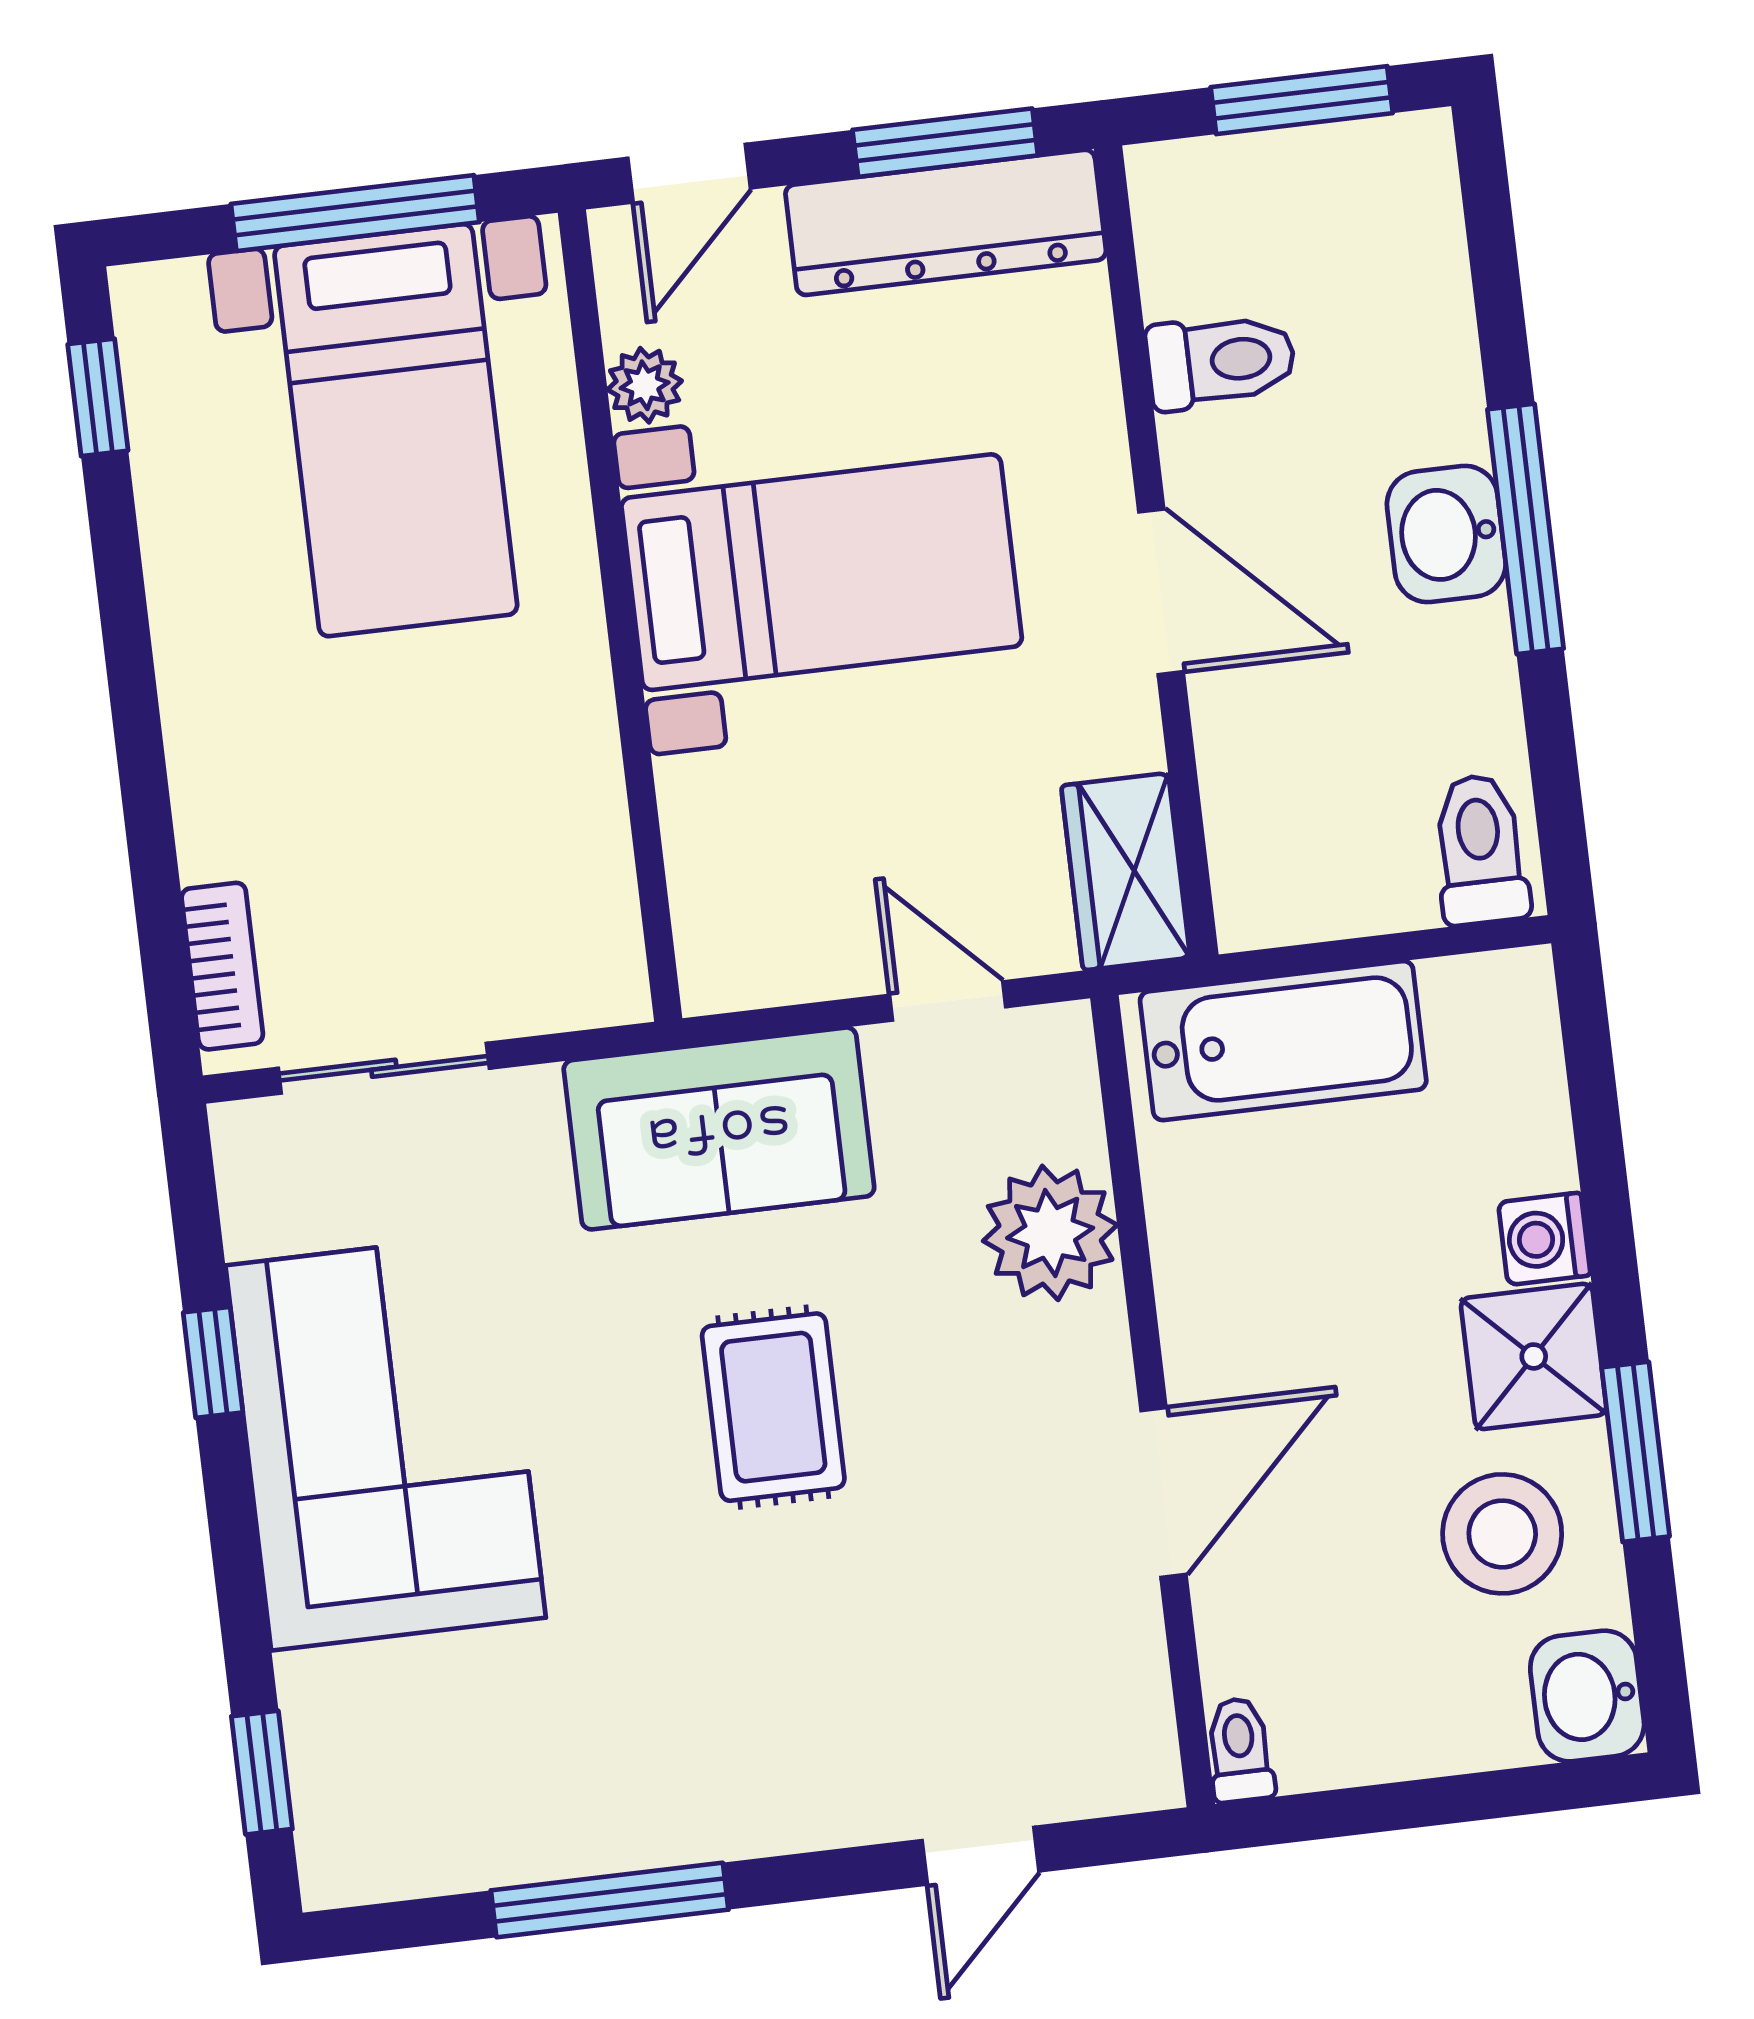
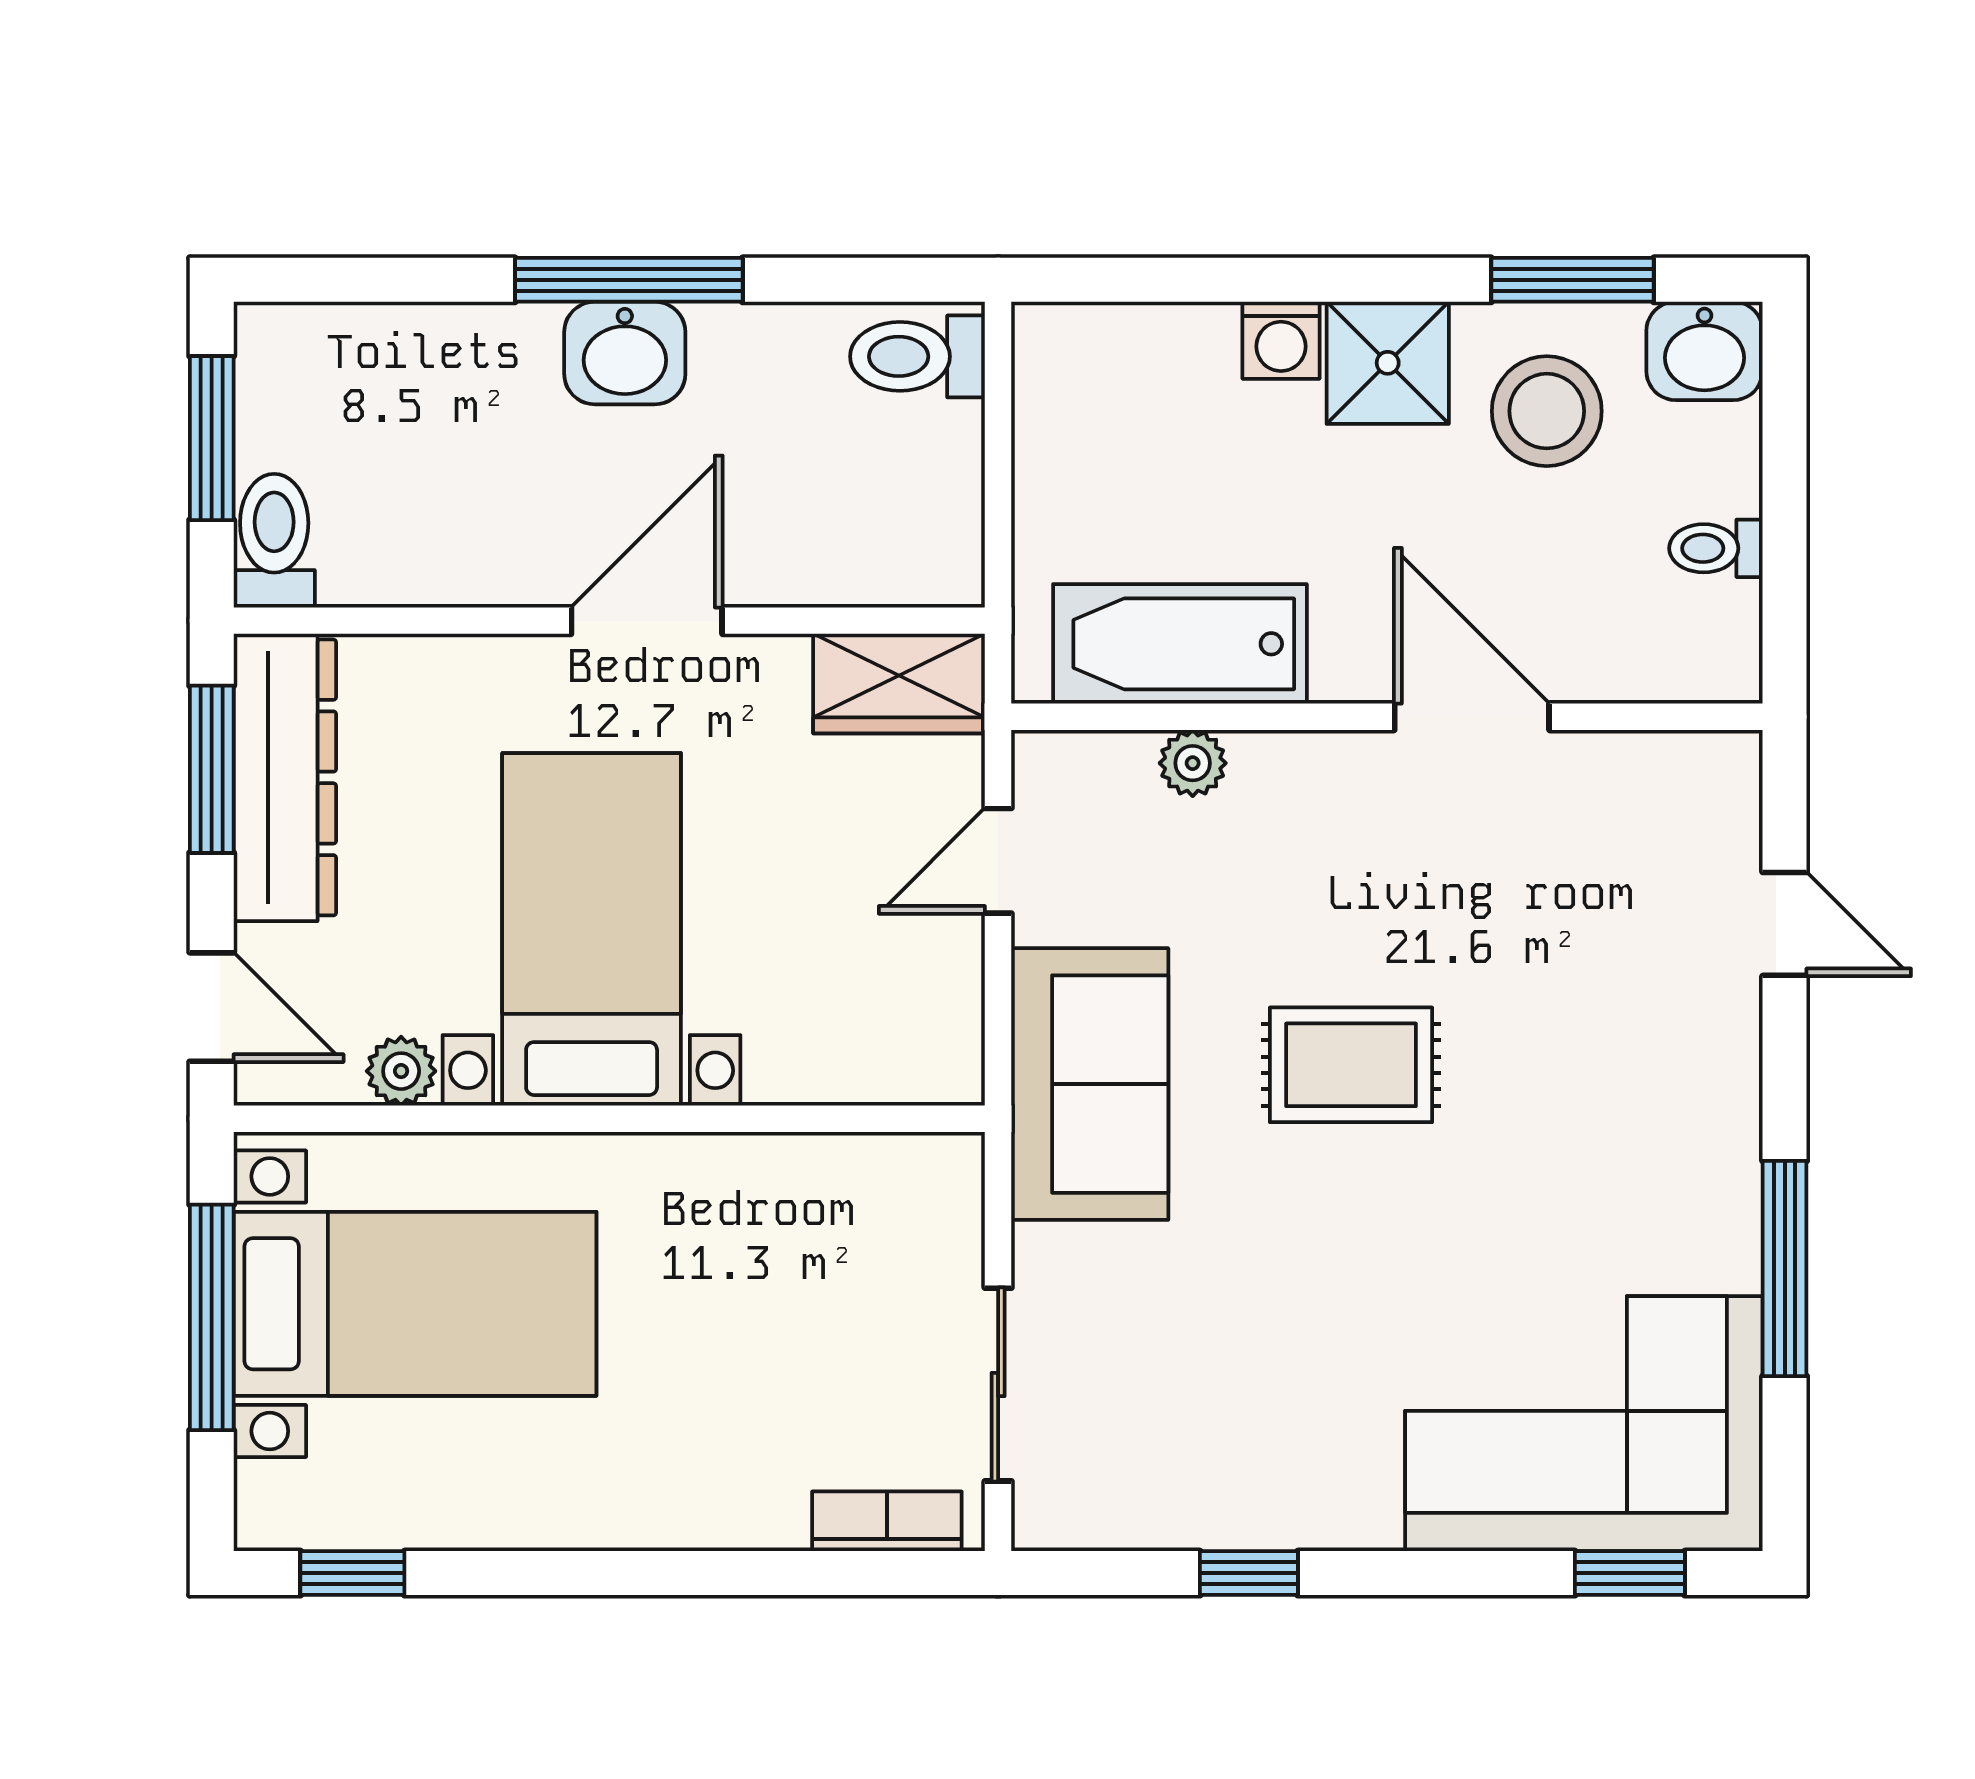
toilet: (1221, 361) -> (274, 541), moved
bathtub: (1283, 1041) -> (1180, 644), moved, turned -90
plant: (1050, 1233) -> (1193, 763), width x0.53, depth x0.53
corner sofa: (386, 1442) -> (1584, 1424), moved
window: (1636, 1452) -> (1573, 280), moved
toilet: (1240, 1750) -> (1716, 548), moved

